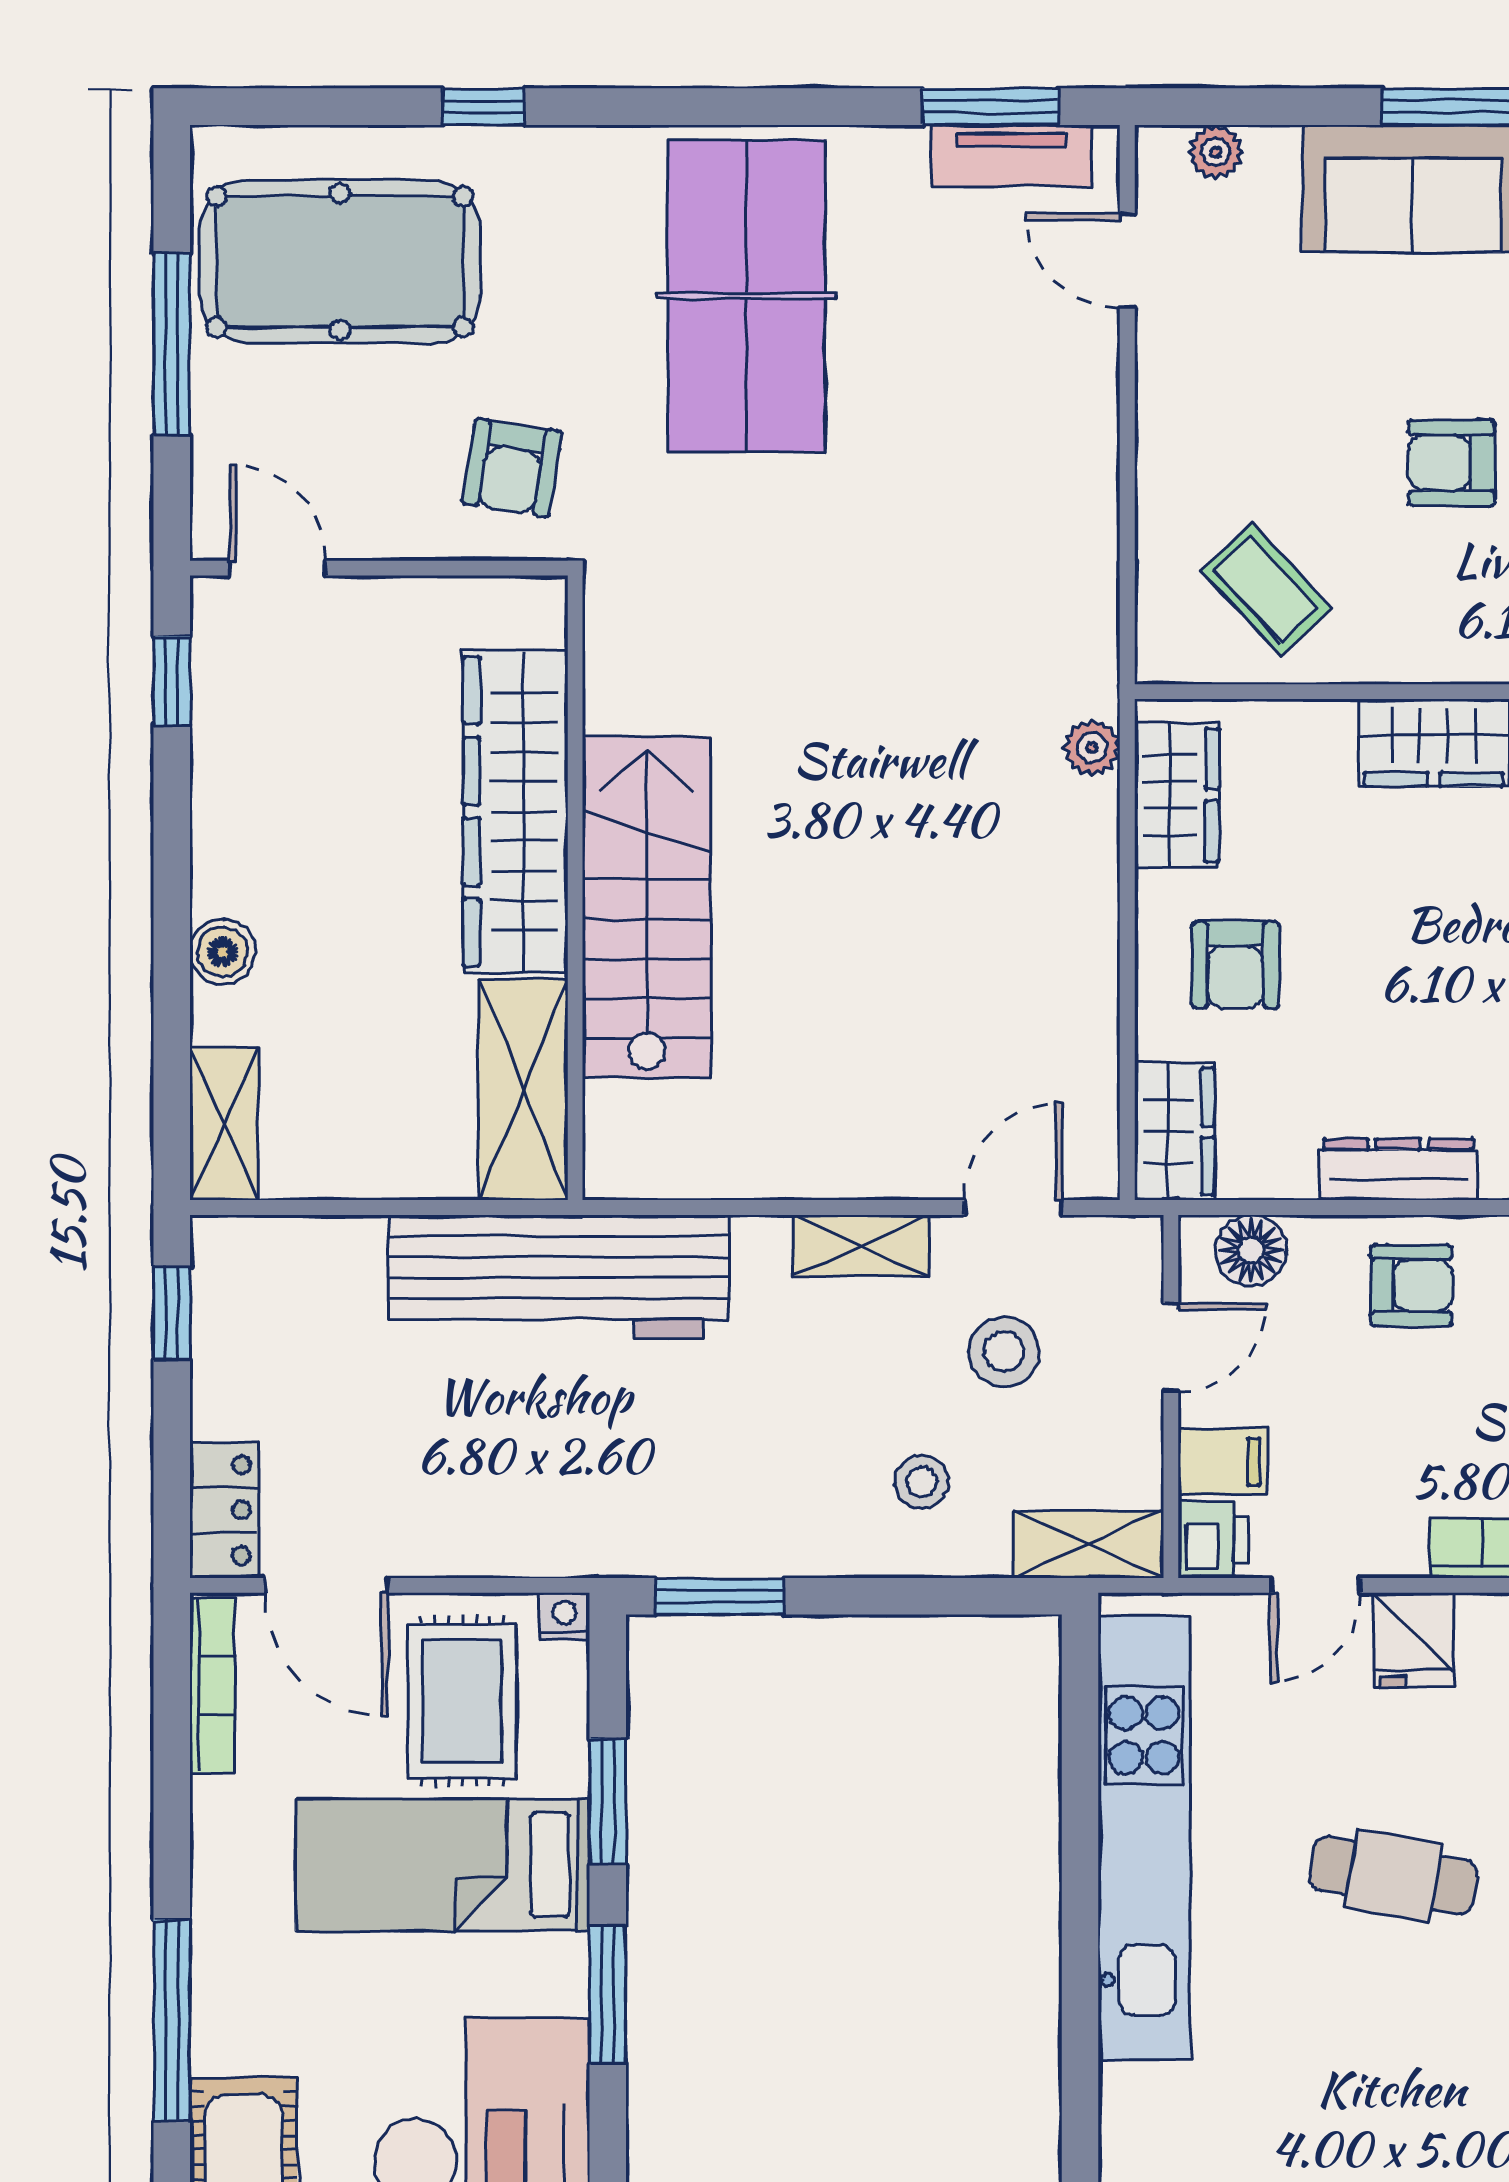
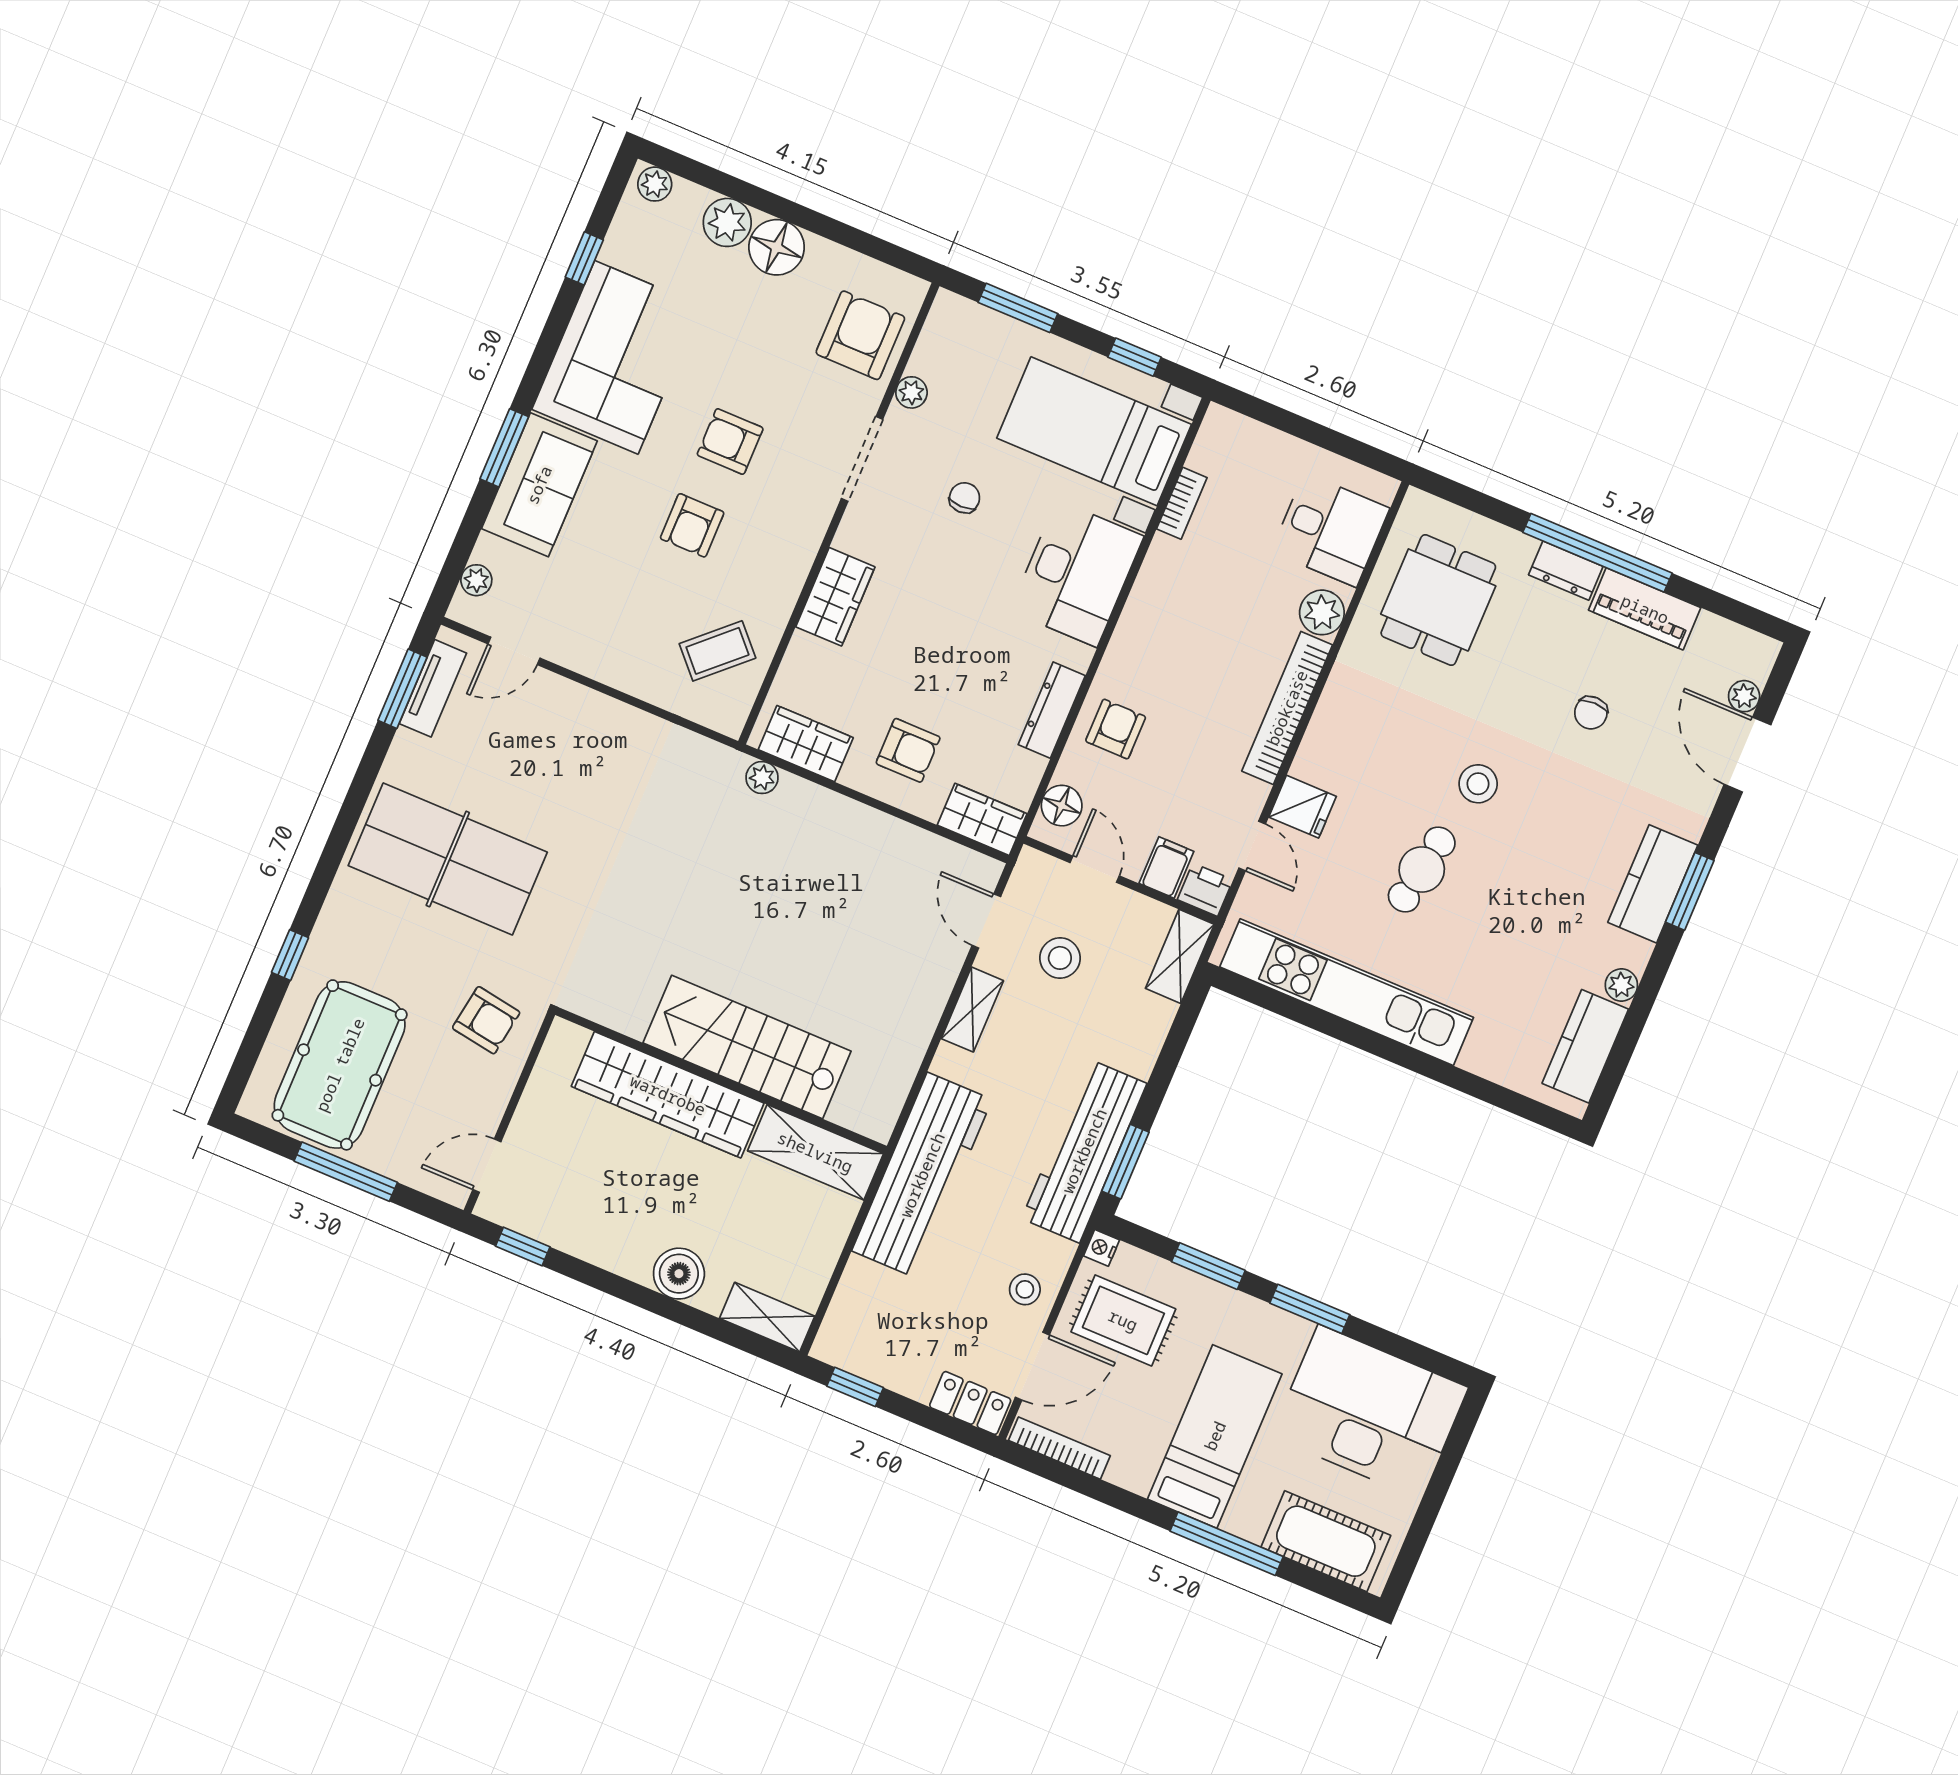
boiler: (223, 952) -> (679, 1274), width x1.36, depth x1.36
stool: (922, 1482) -> (1025, 1289), moved
workbench: (709, 1523) -> (1084, 1151), added
bed: (443, 1865) -> (1215, 1436), moved, turned 180

